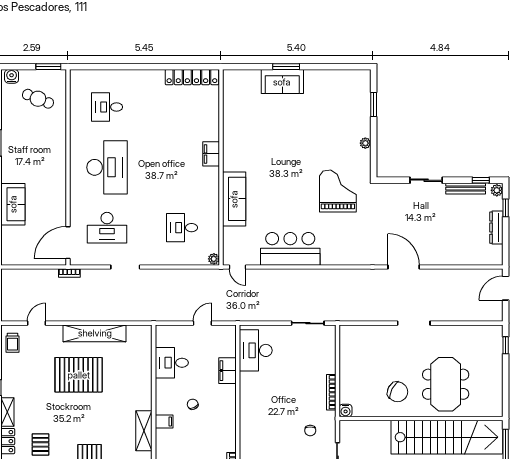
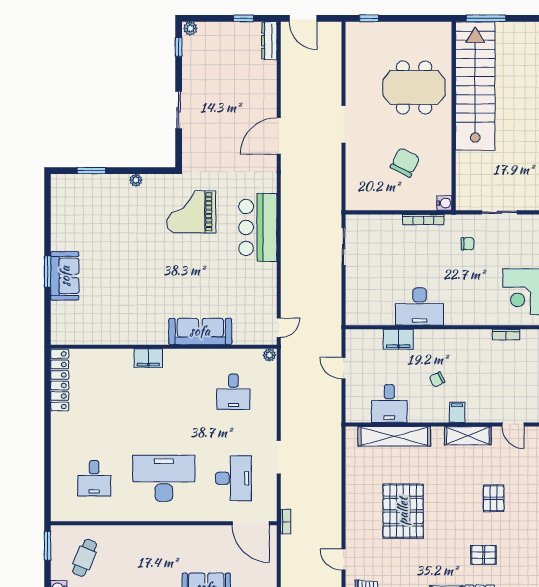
bench: (466, 189) -> (188, 64), removed
window: (506, 208) -> (243, 18), moved
dresser: (496, 228) -> (269, 41), moved, turned 90
bar counter: (290, 249) -> (258, 227), moved
shelving: (95, 333) -> (394, 436), moved, turned 90
desk: (256, 350) -> (420, 307), moved
chair: (398, 392) -> (405, 162), moved

